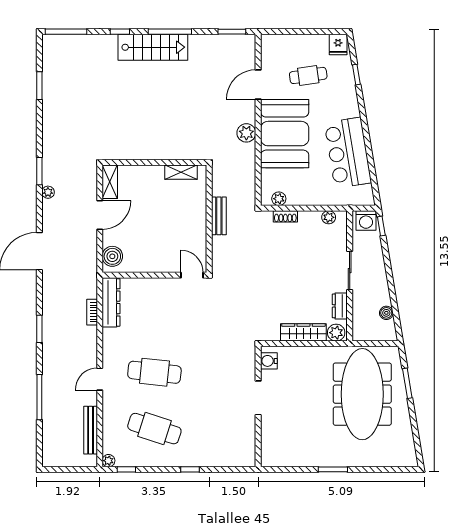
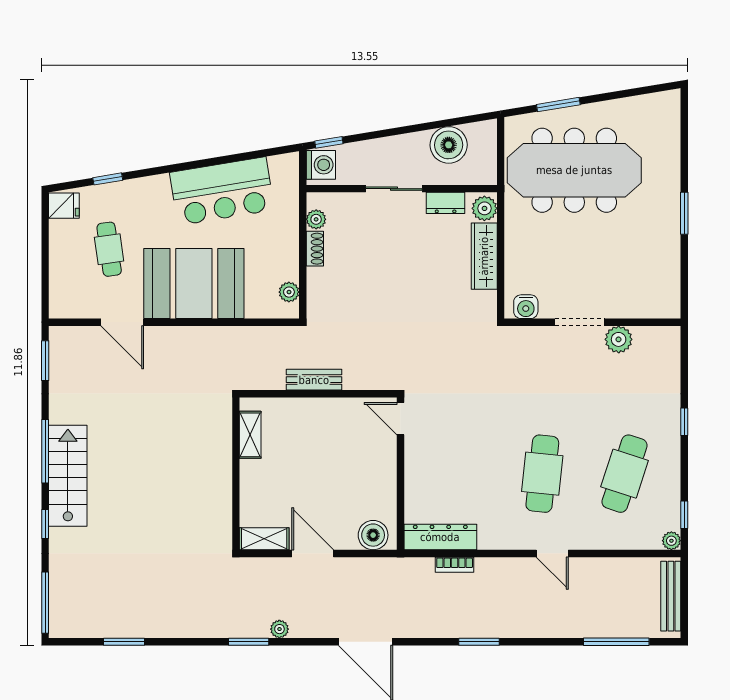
plant: (246, 133) -> (619, 339), moved
shoe rack: (285, 216) -> (315, 249), moved
door: (192, 275) -> (400, 419), hinge flipped
boiler: (386, 313) -> (449, 145), width x1.86, depth x1.86
window: (39, 397) -> (616, 642), moved
bench: (91, 430) -> (671, 596), moved, turned 90

